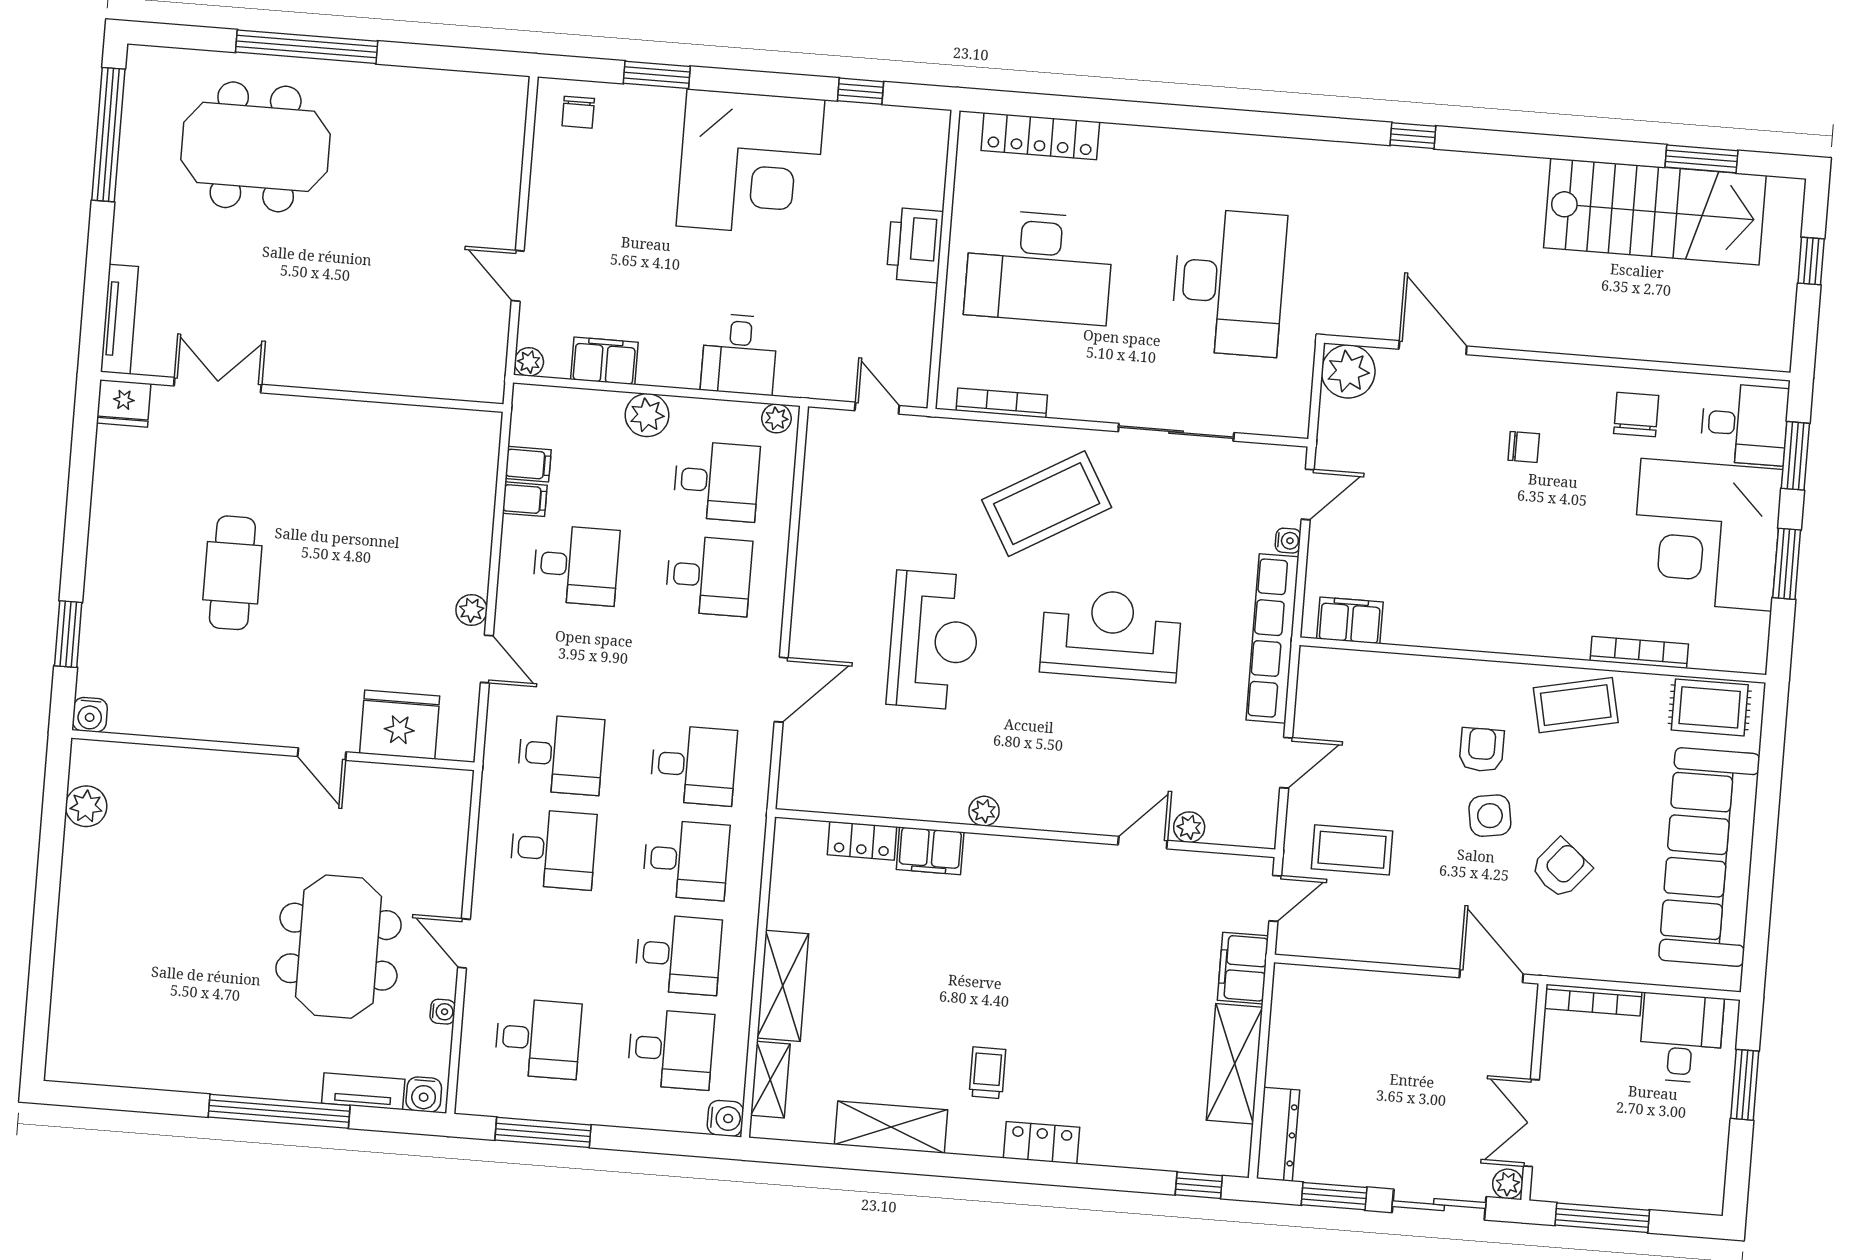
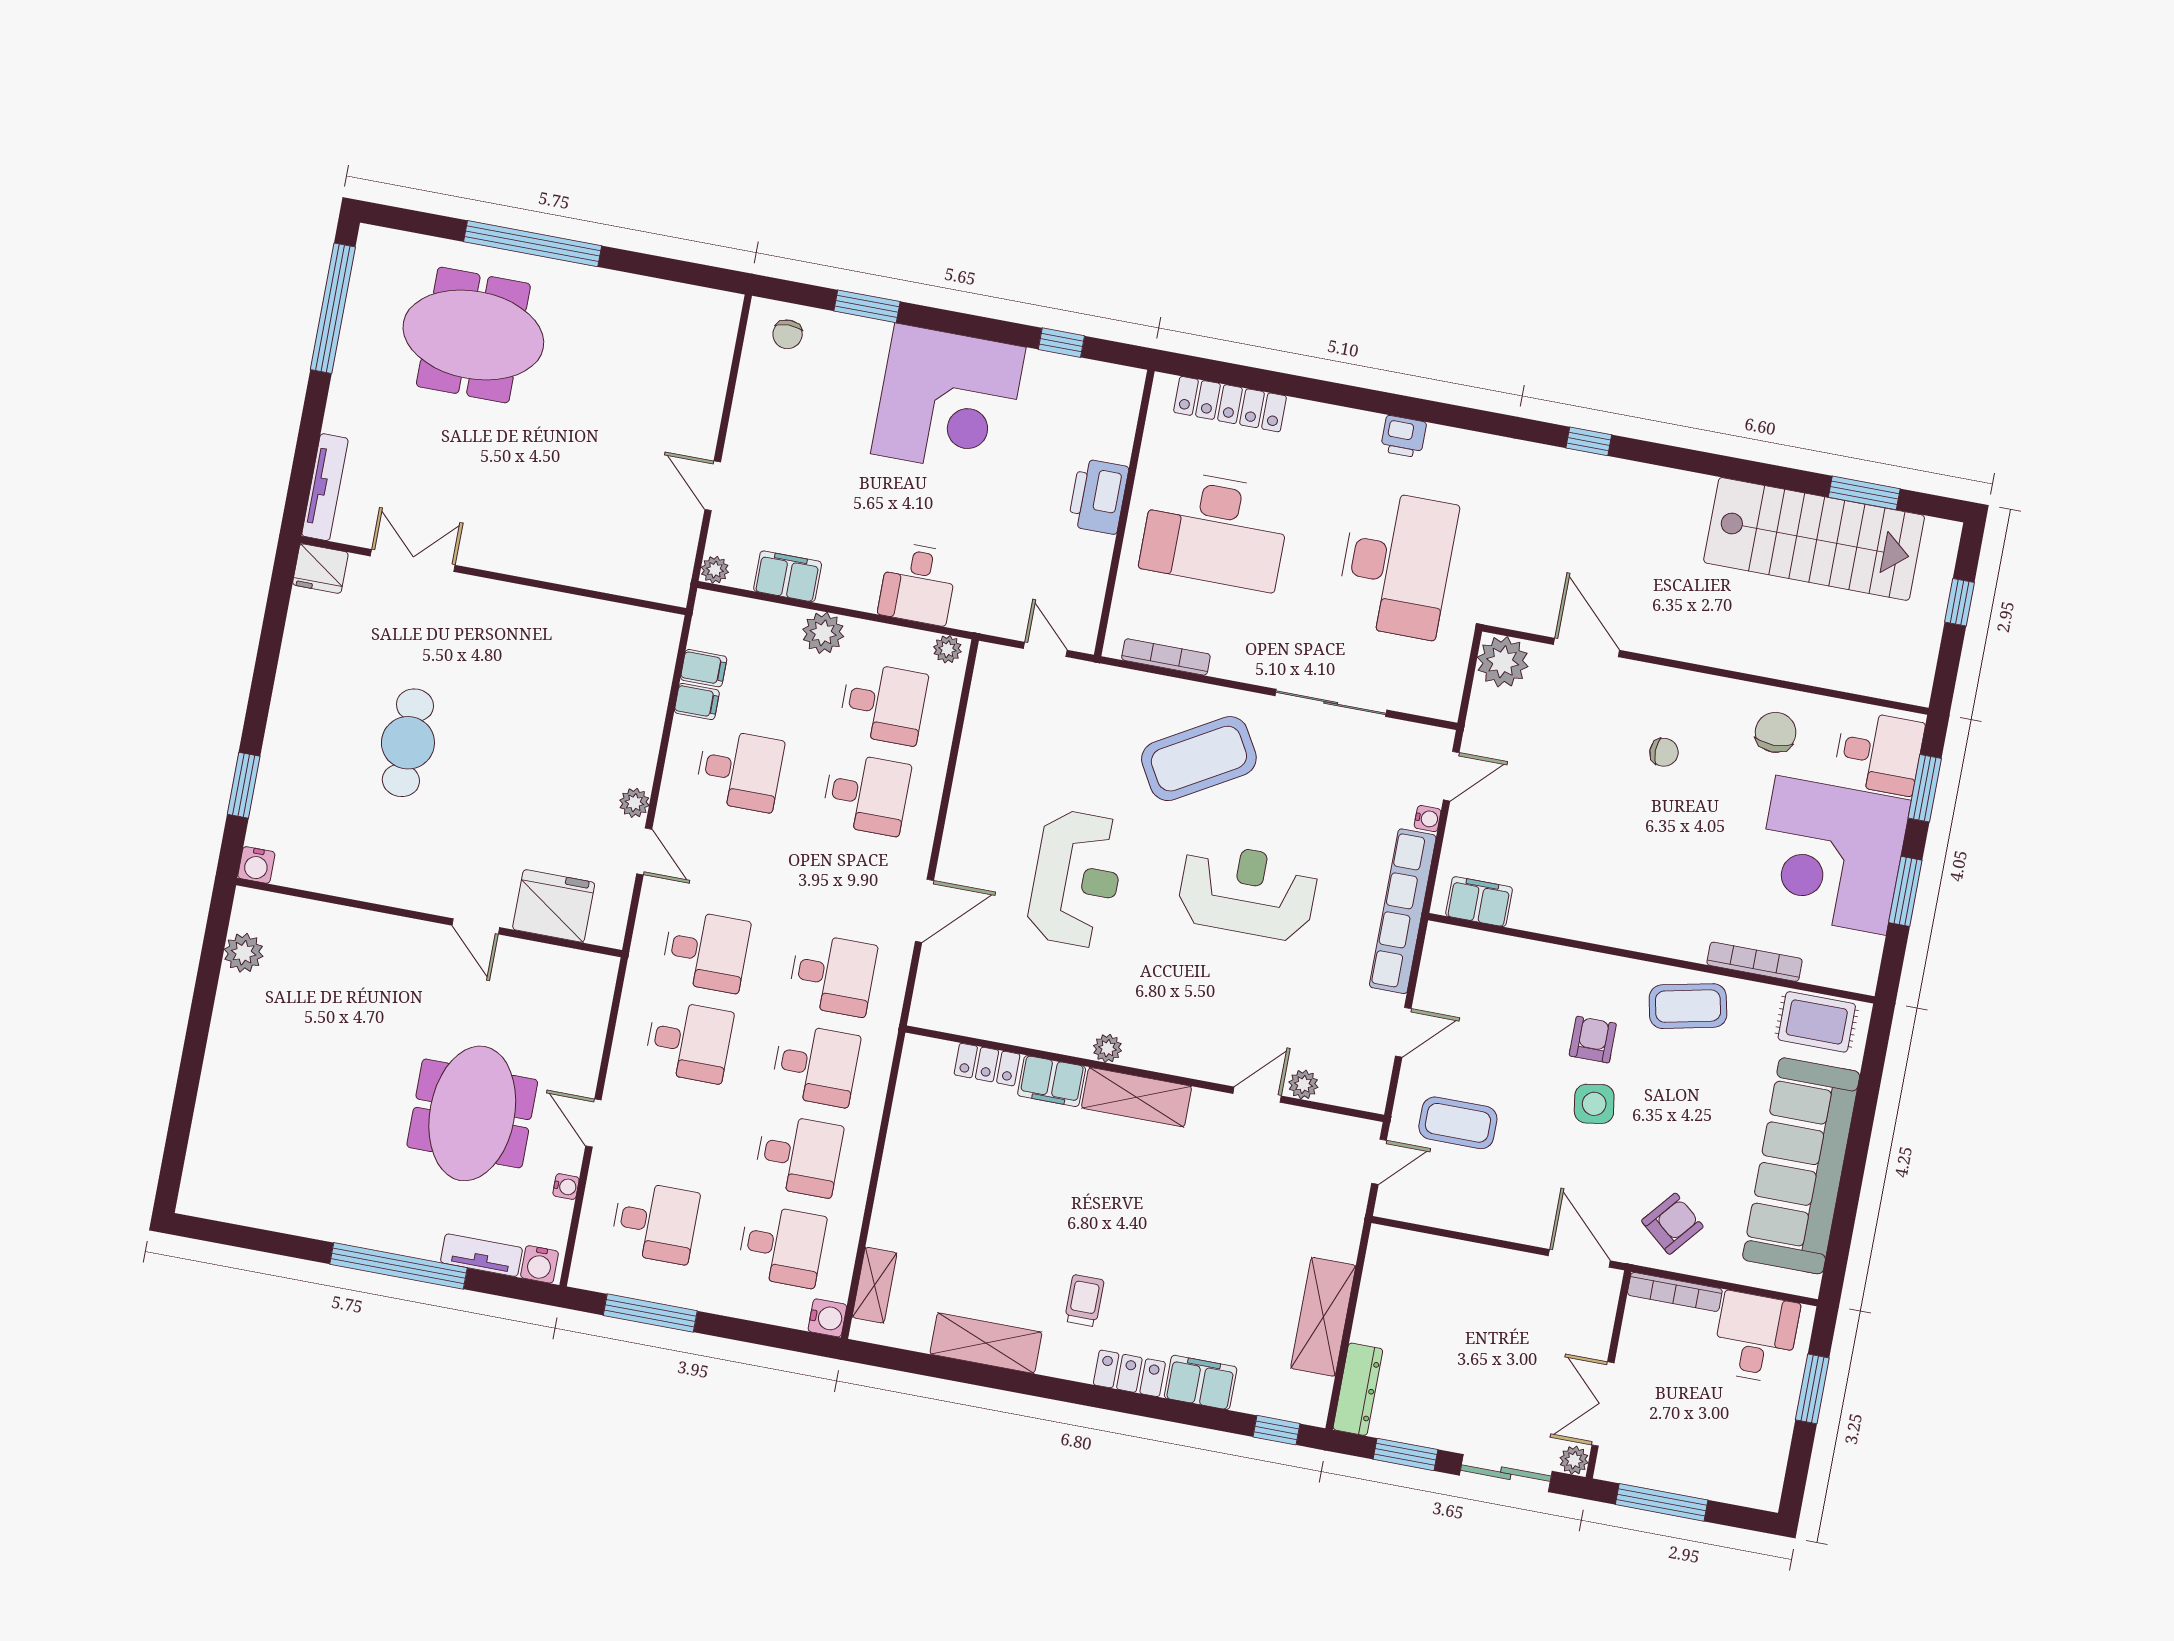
printer: (1222, 151) -> (1403, 437), added
armchair: (1561, 868) -> (1672, 1224), moved
filing cabinet: (1243, 968) -> (1201, 1382), moved, turned 90
shelving: (783, 986) -> (1137, 1097), moved, turned 90

